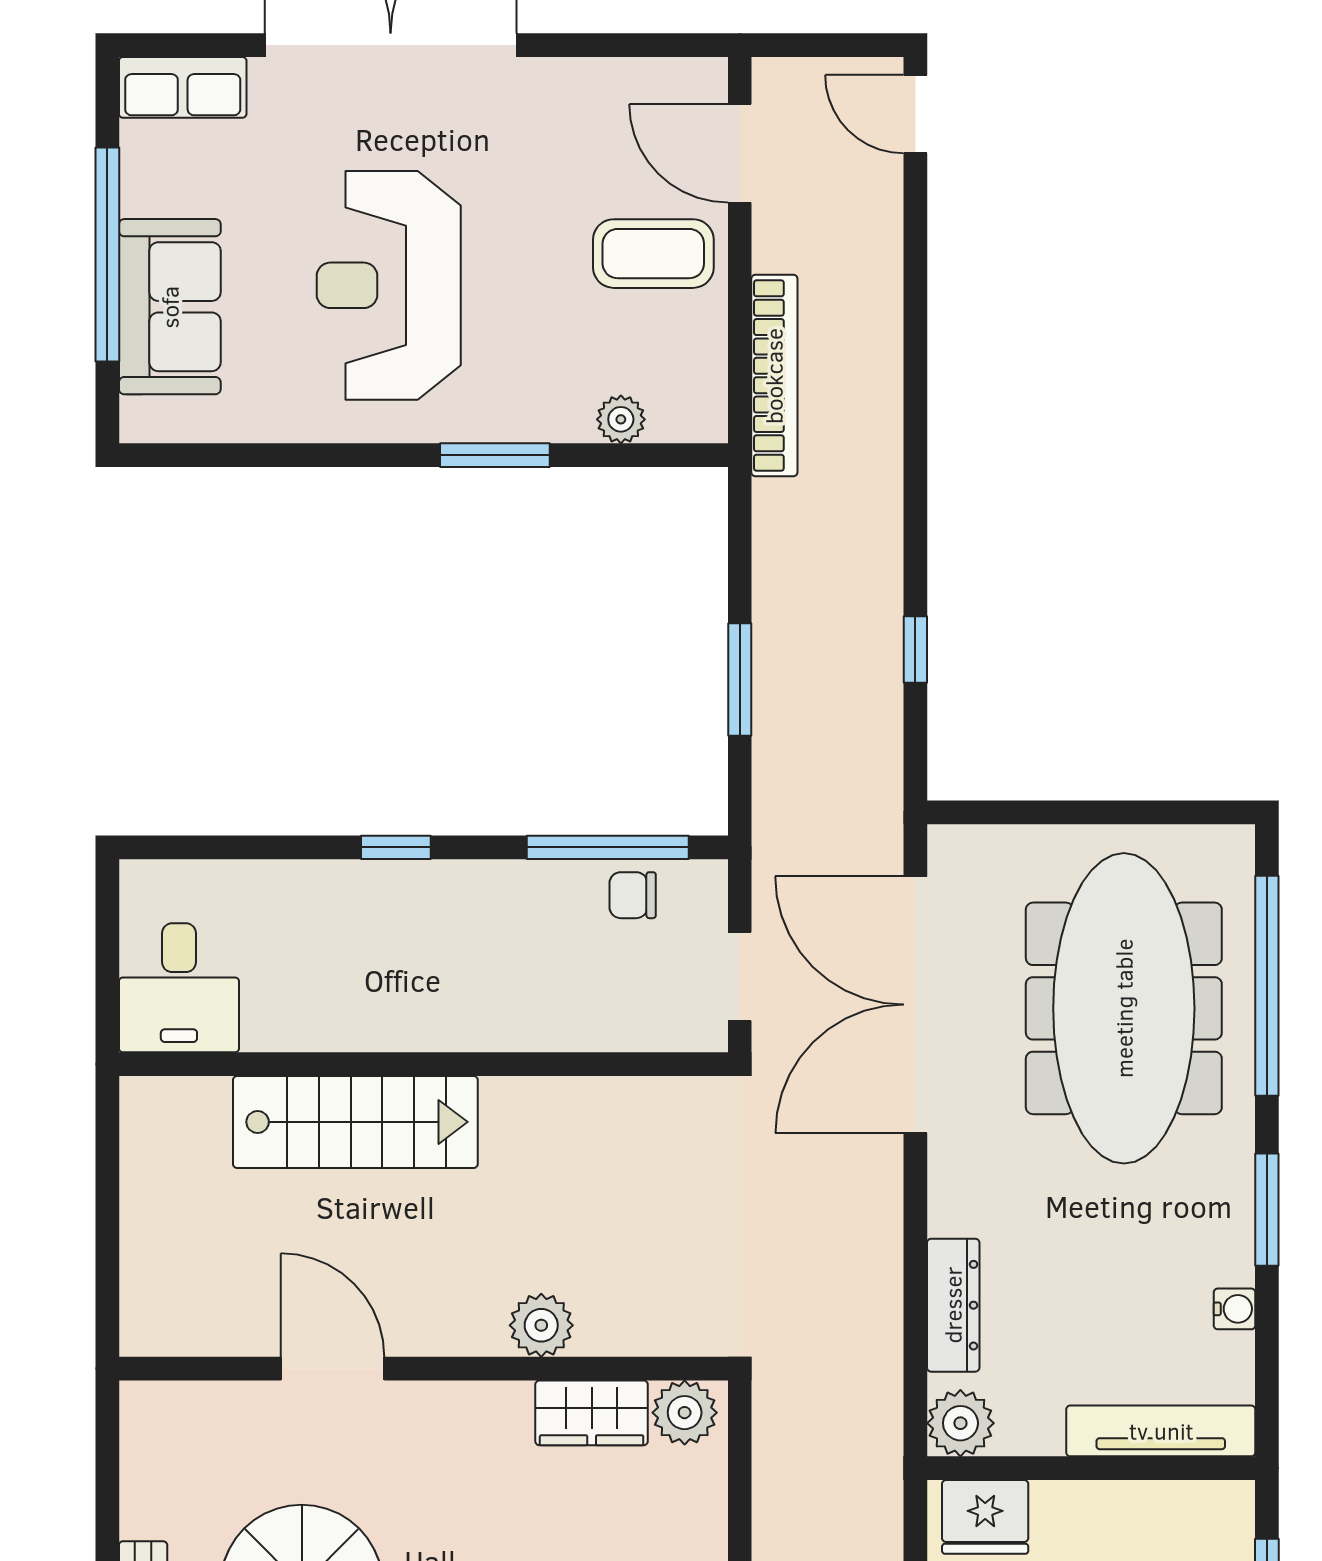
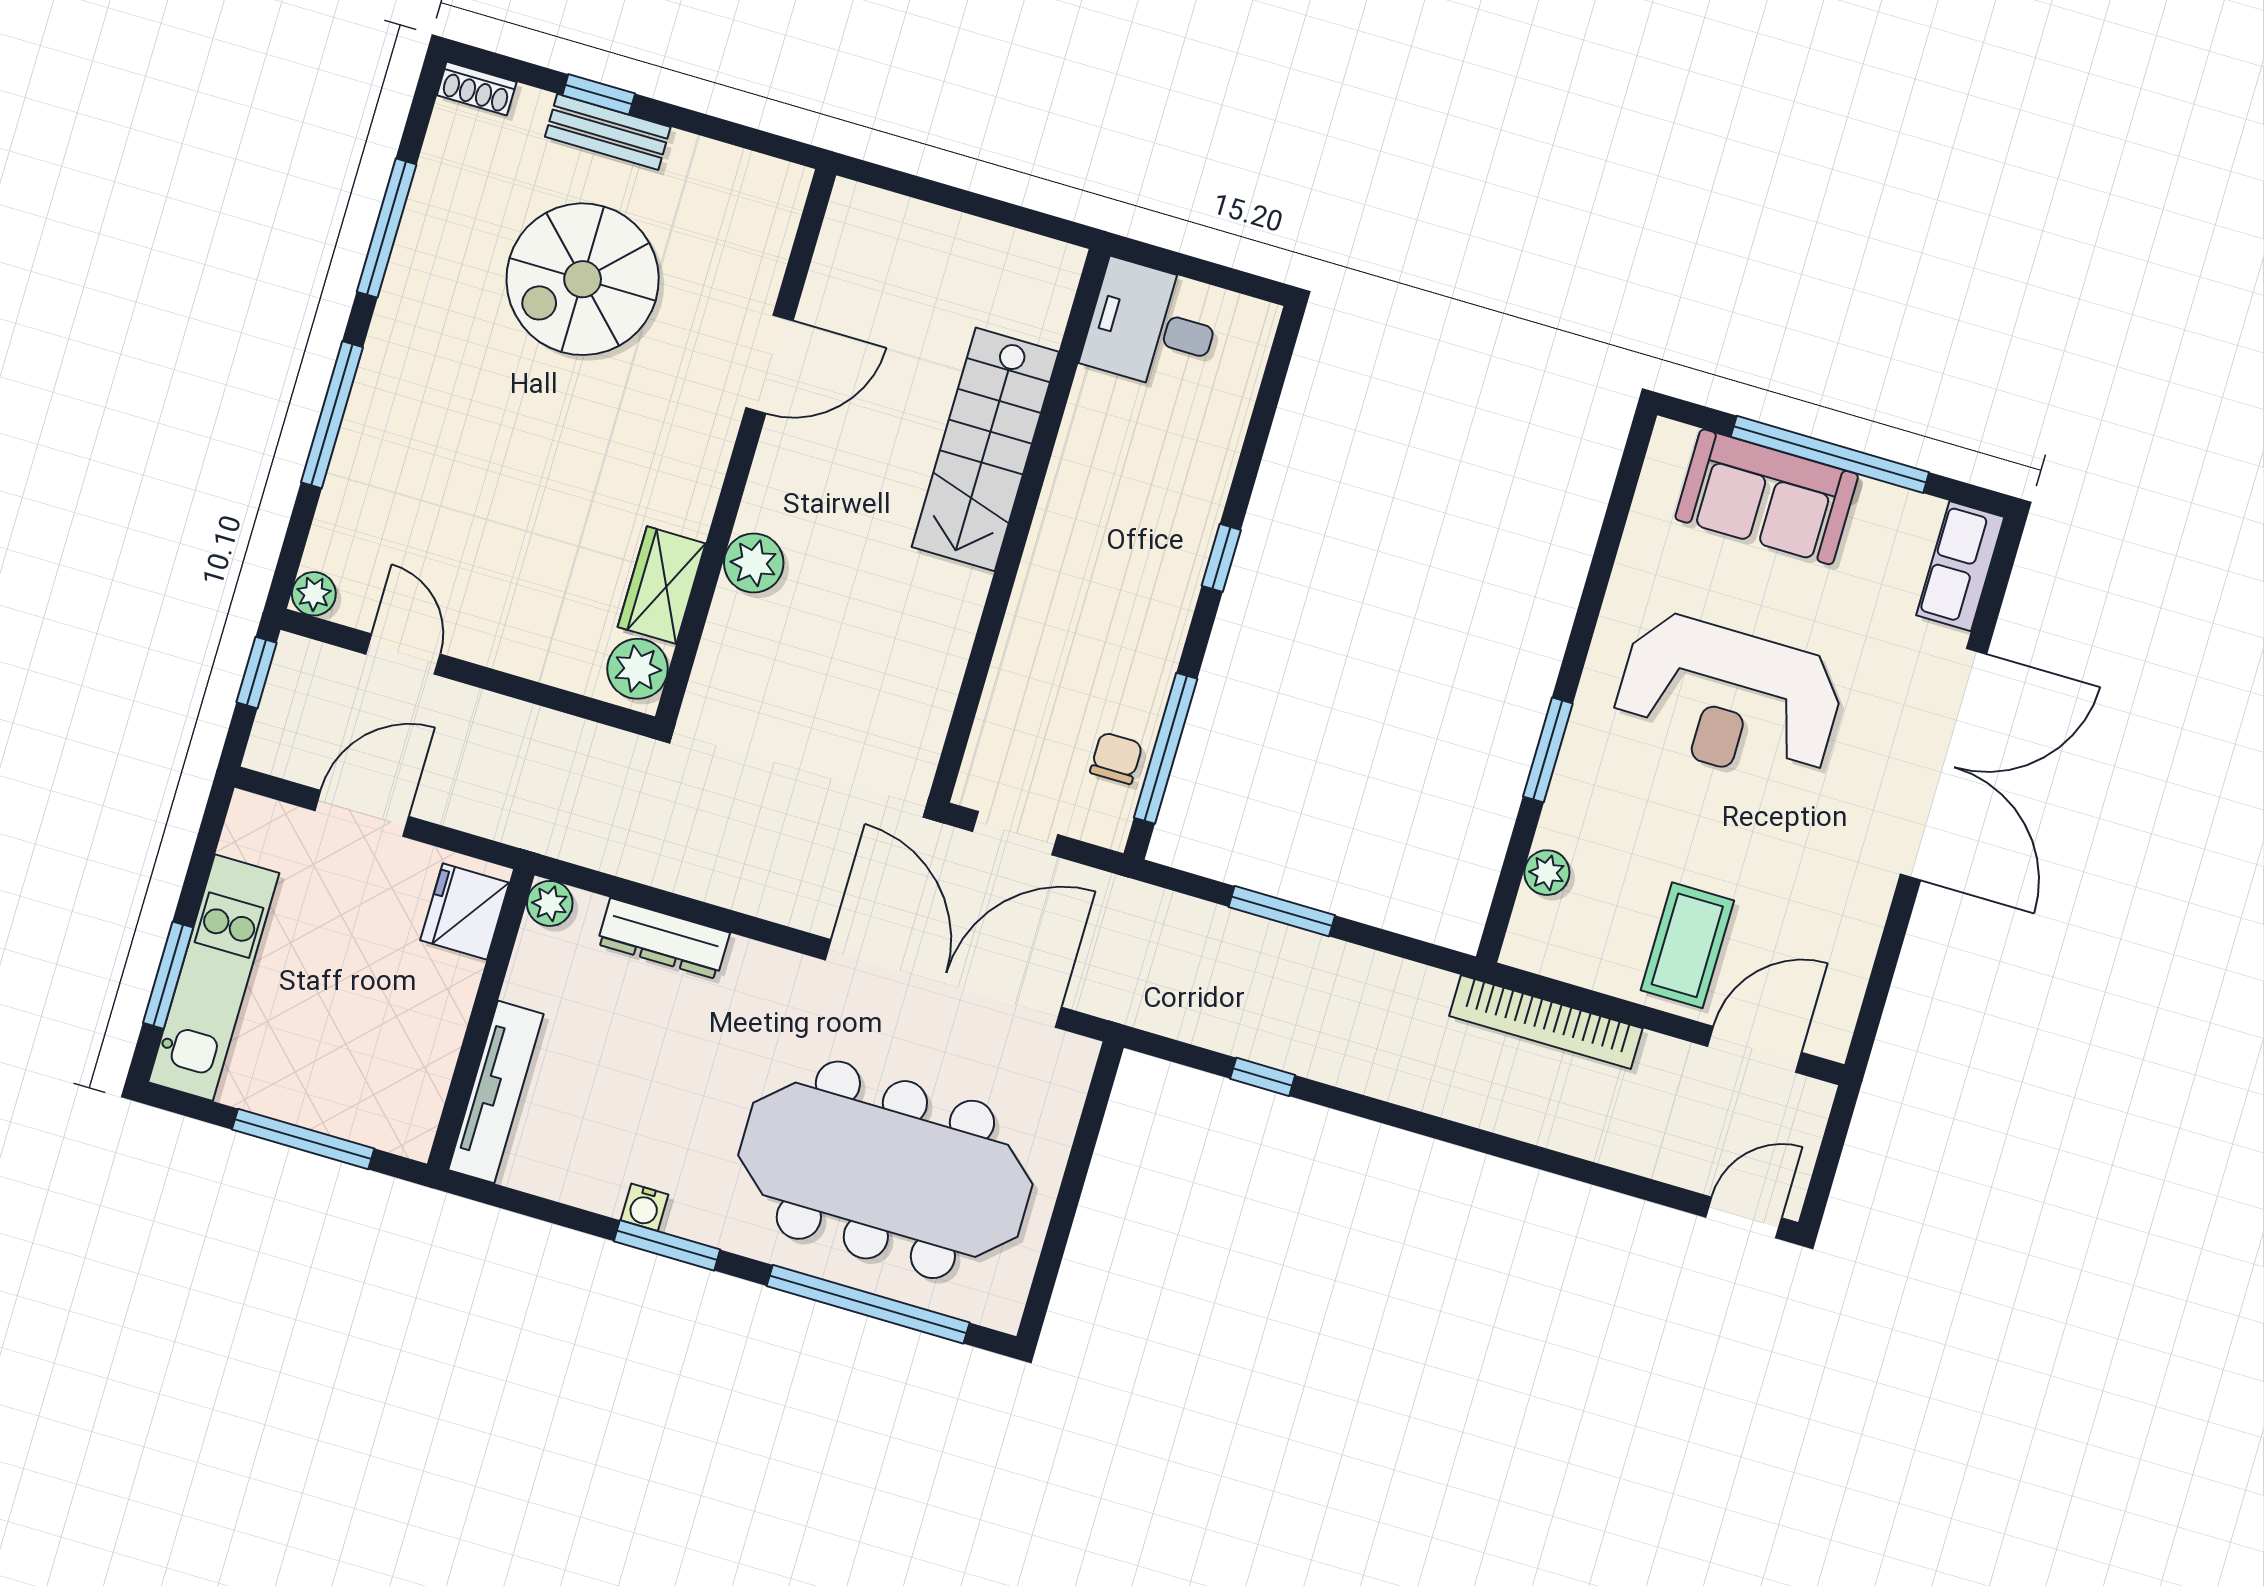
reception desk: (389, 285) -> (1728, 699), turned 180
water cooler: (1235, 1309) -> (644, 1207), moved
plant: (960, 1423) -> (550, 903), width x0.73, depth x0.73

